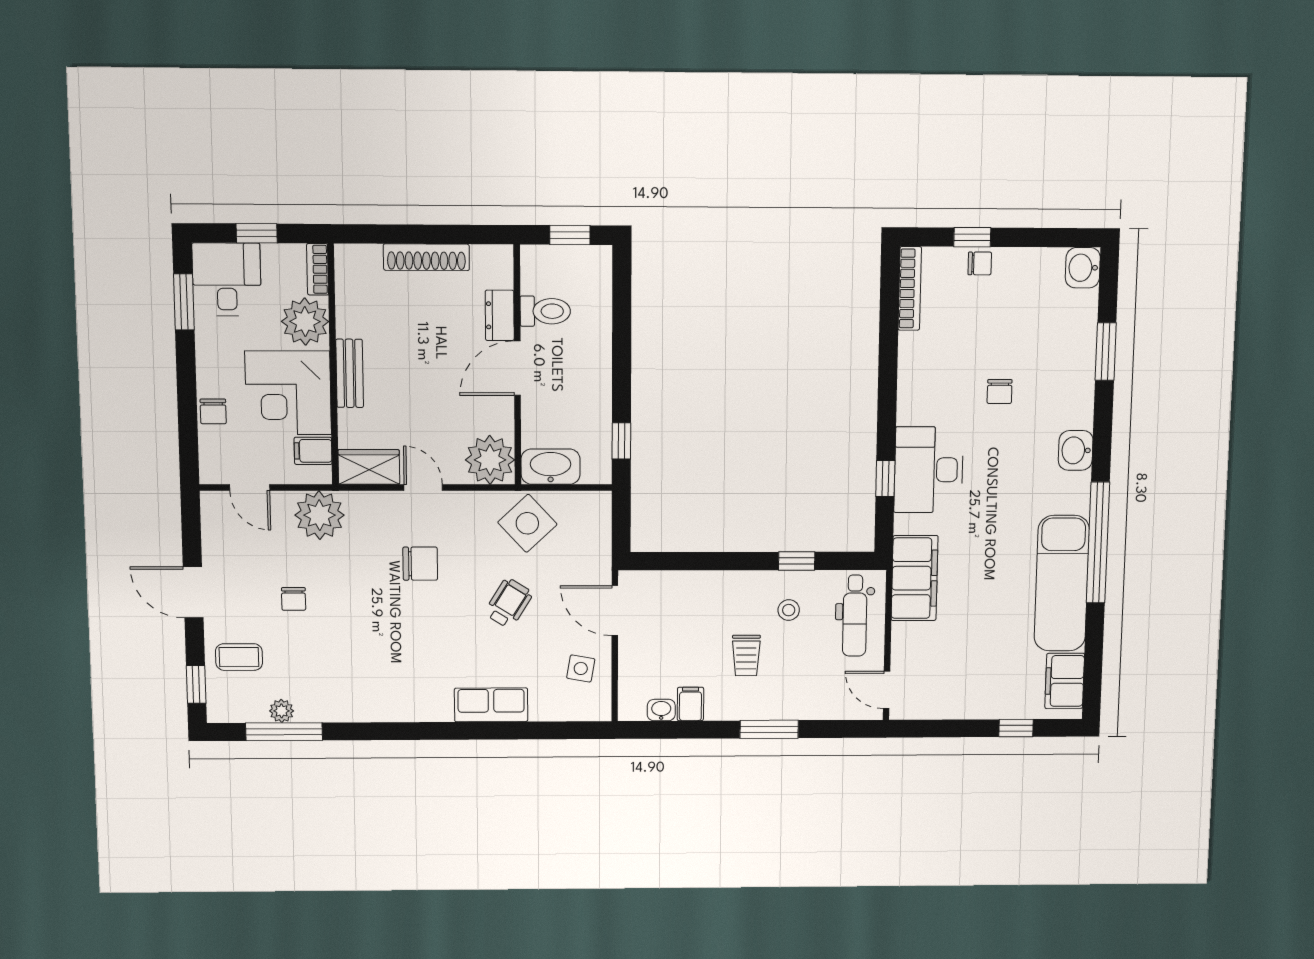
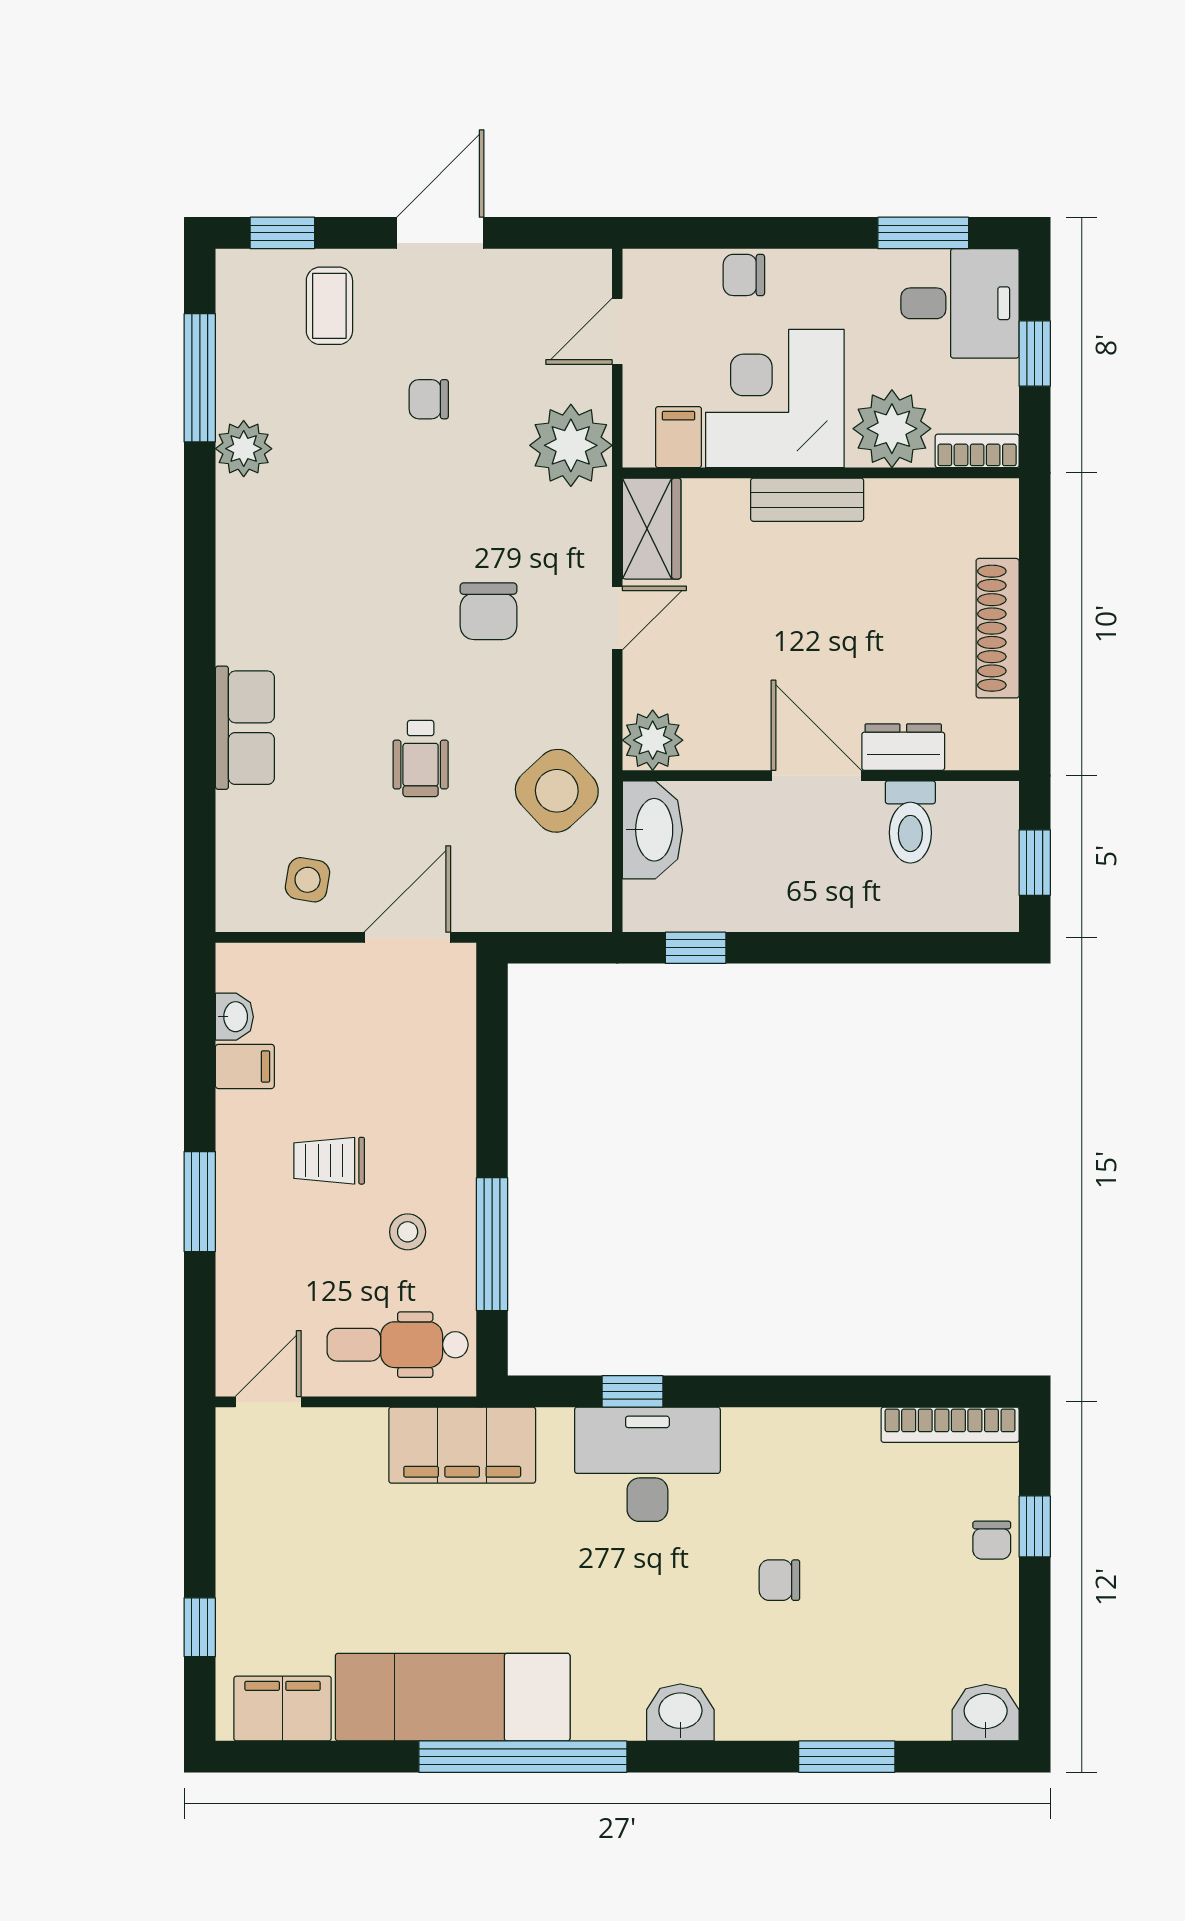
plant: (490, 460) -> (653, 740), width x0.73, depth x0.73
window: (797, 561) -> (492, 1244), width x2.17
wheelchair: (509, 603) -> (421, 758), turned 58
plant: (282, 711) -> (244, 449), moved, width x1.38, depth x1.38

